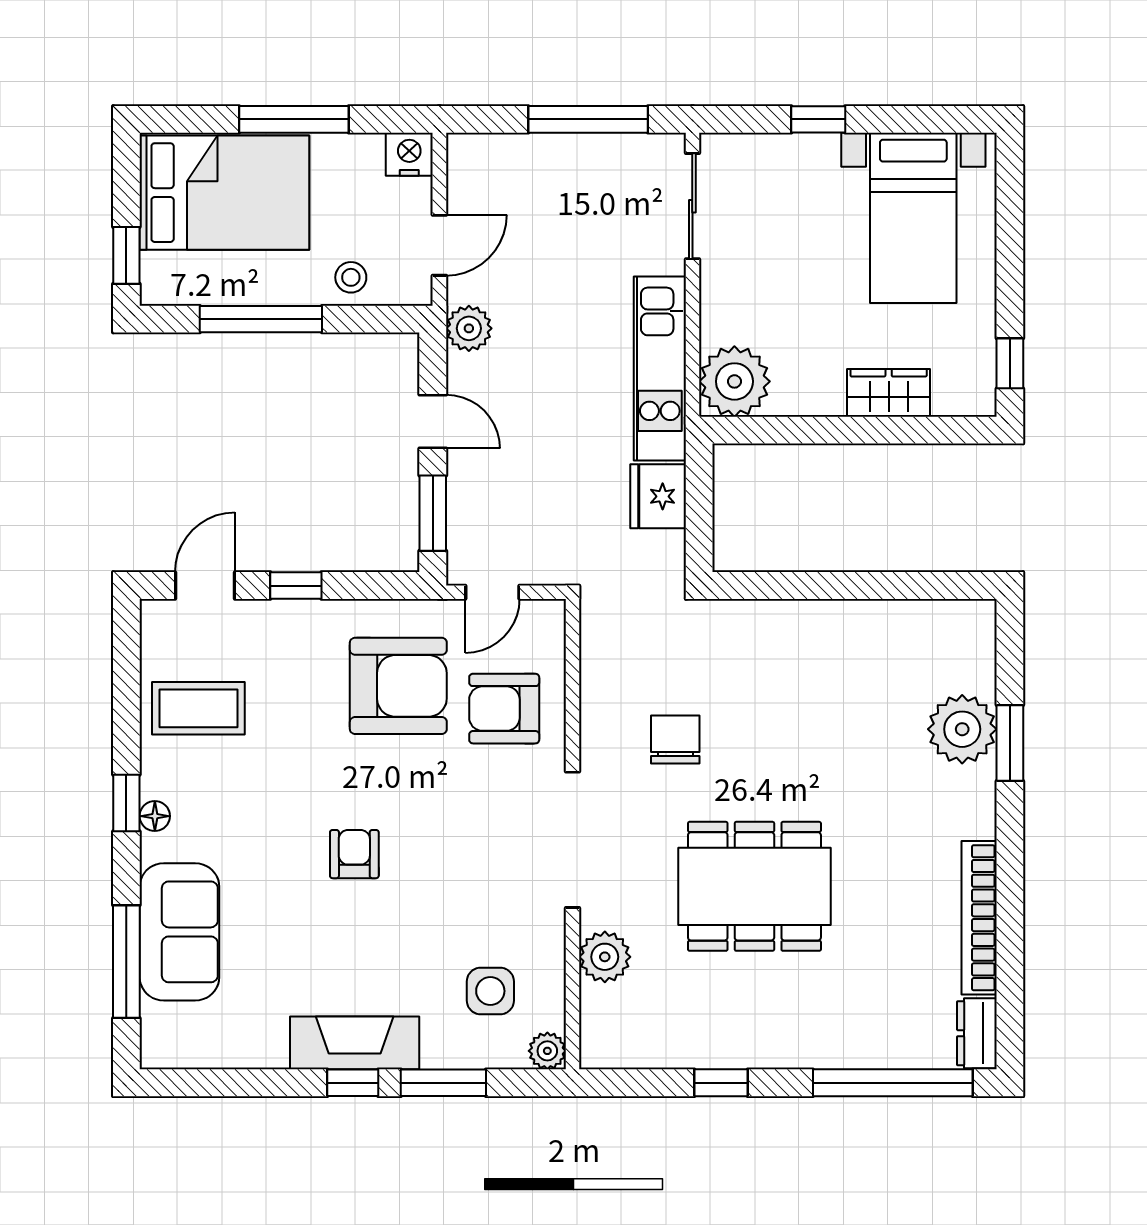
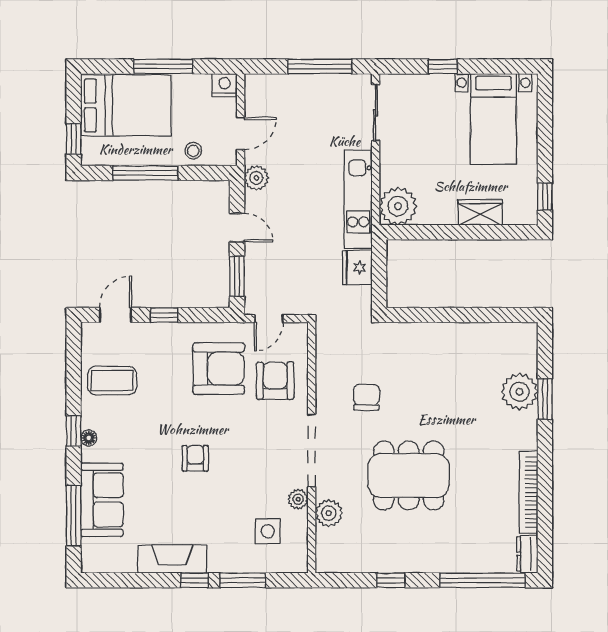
armchair: (504, 709) -> (275, 381), turned 90
fireplace: (355, 1043) -> (172, 559), moved
plant: (547, 1051) -> (298, 499), moved

